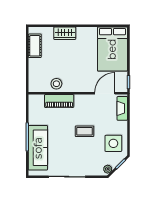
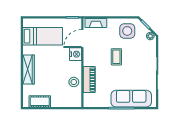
wardrobe: (65, 33) -> (29, 70), width x1.50
bed: (112, 49) -> (43, 36), width x0.67
nightstand: (87, 86) -> (76, 54), added
door: (105, 93) -> (82, 39), hinge flipped

